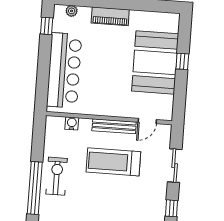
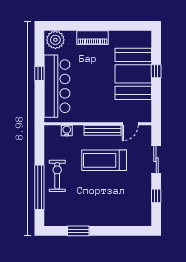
plant: (72, 11) -> (55, 40), width x1.88, depth x1.88
window: (47, 26) -> (39, 73), moved

